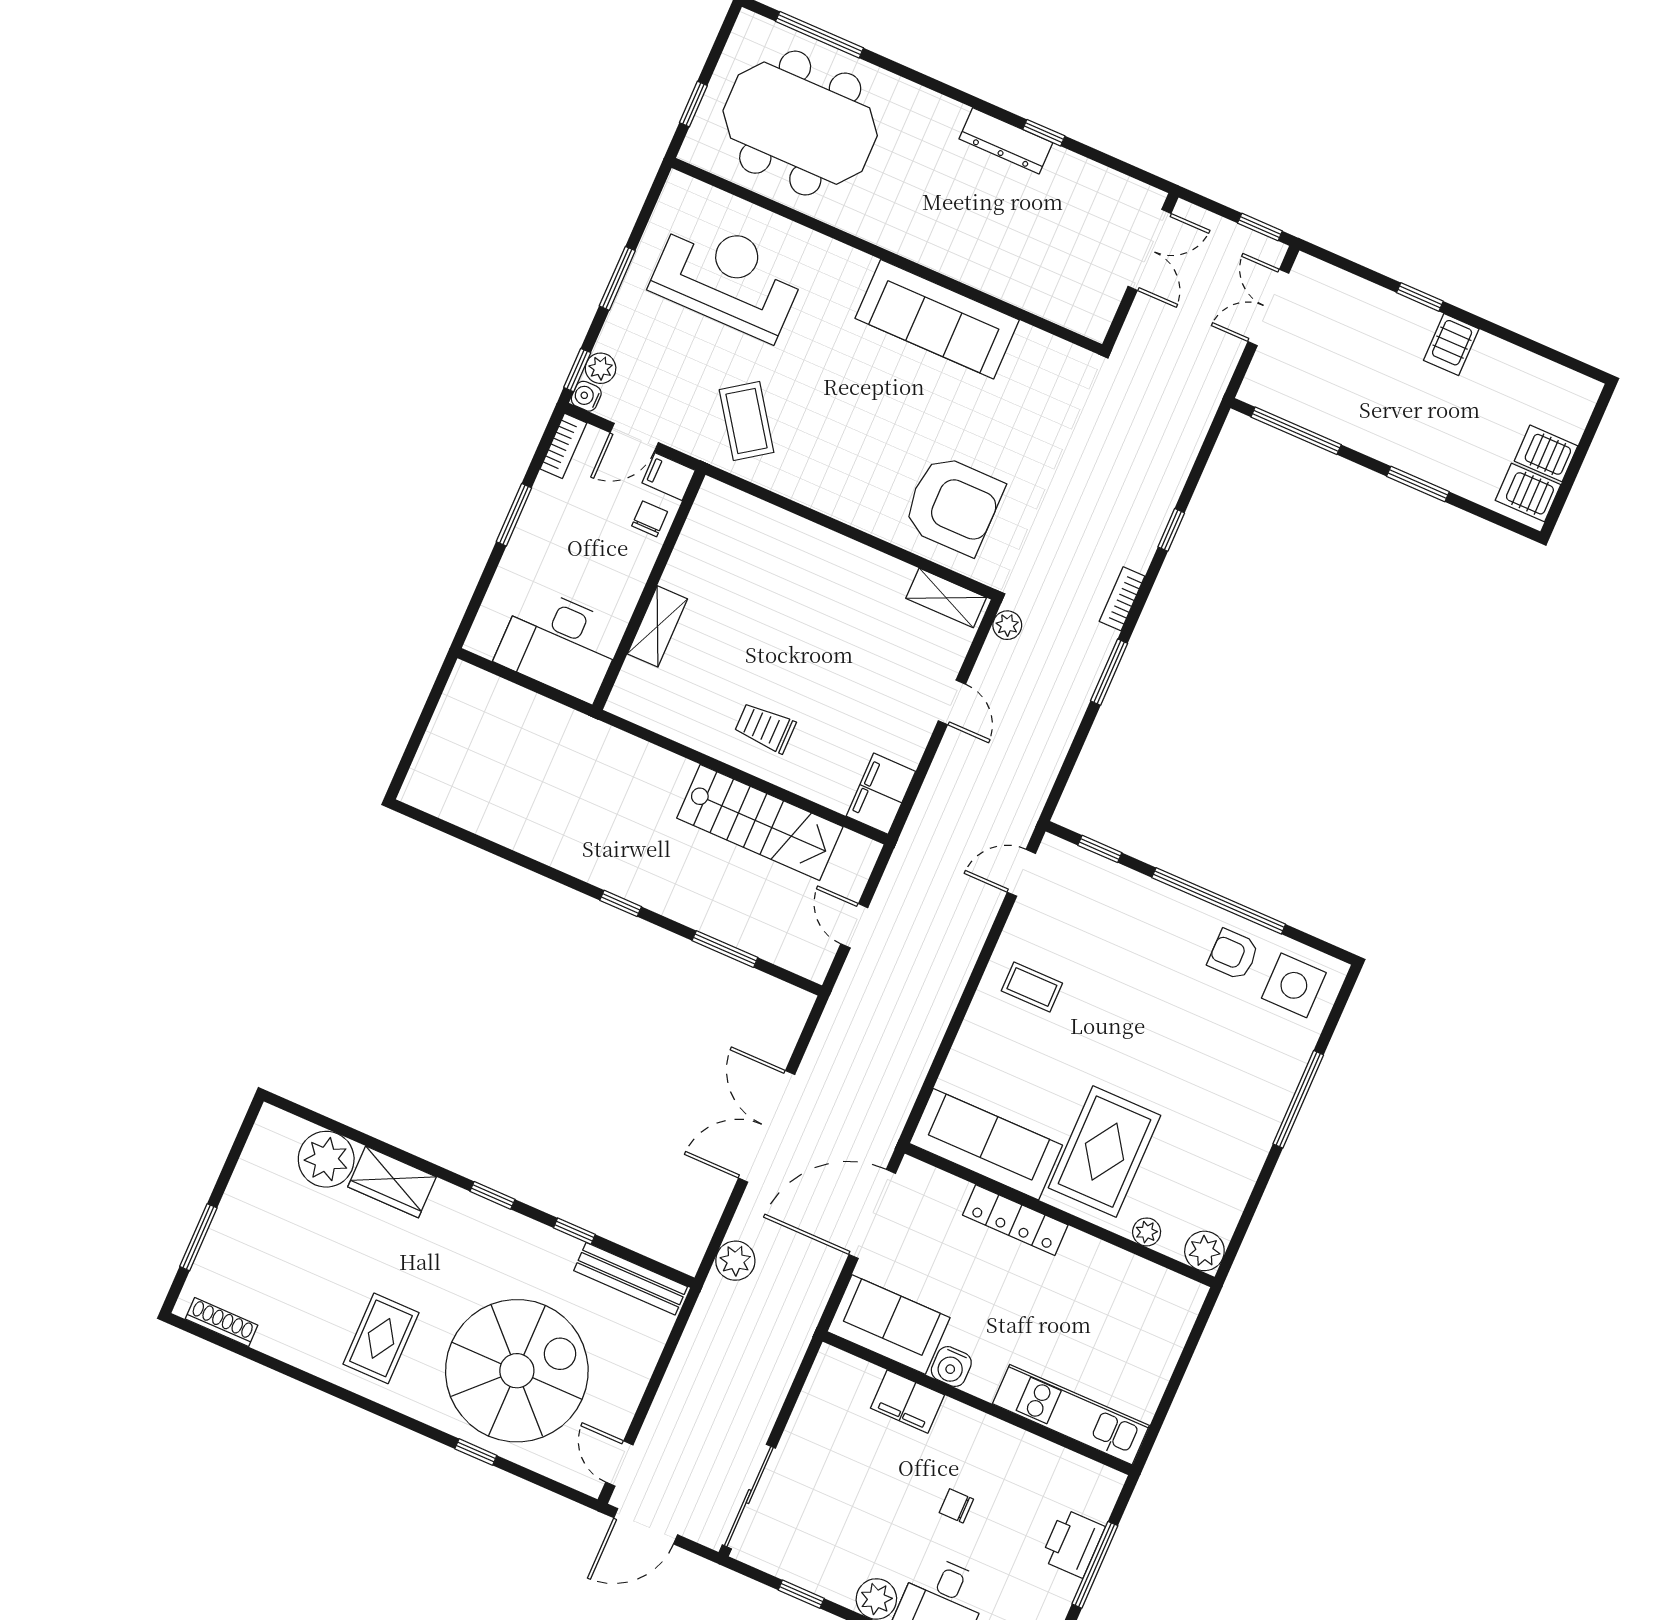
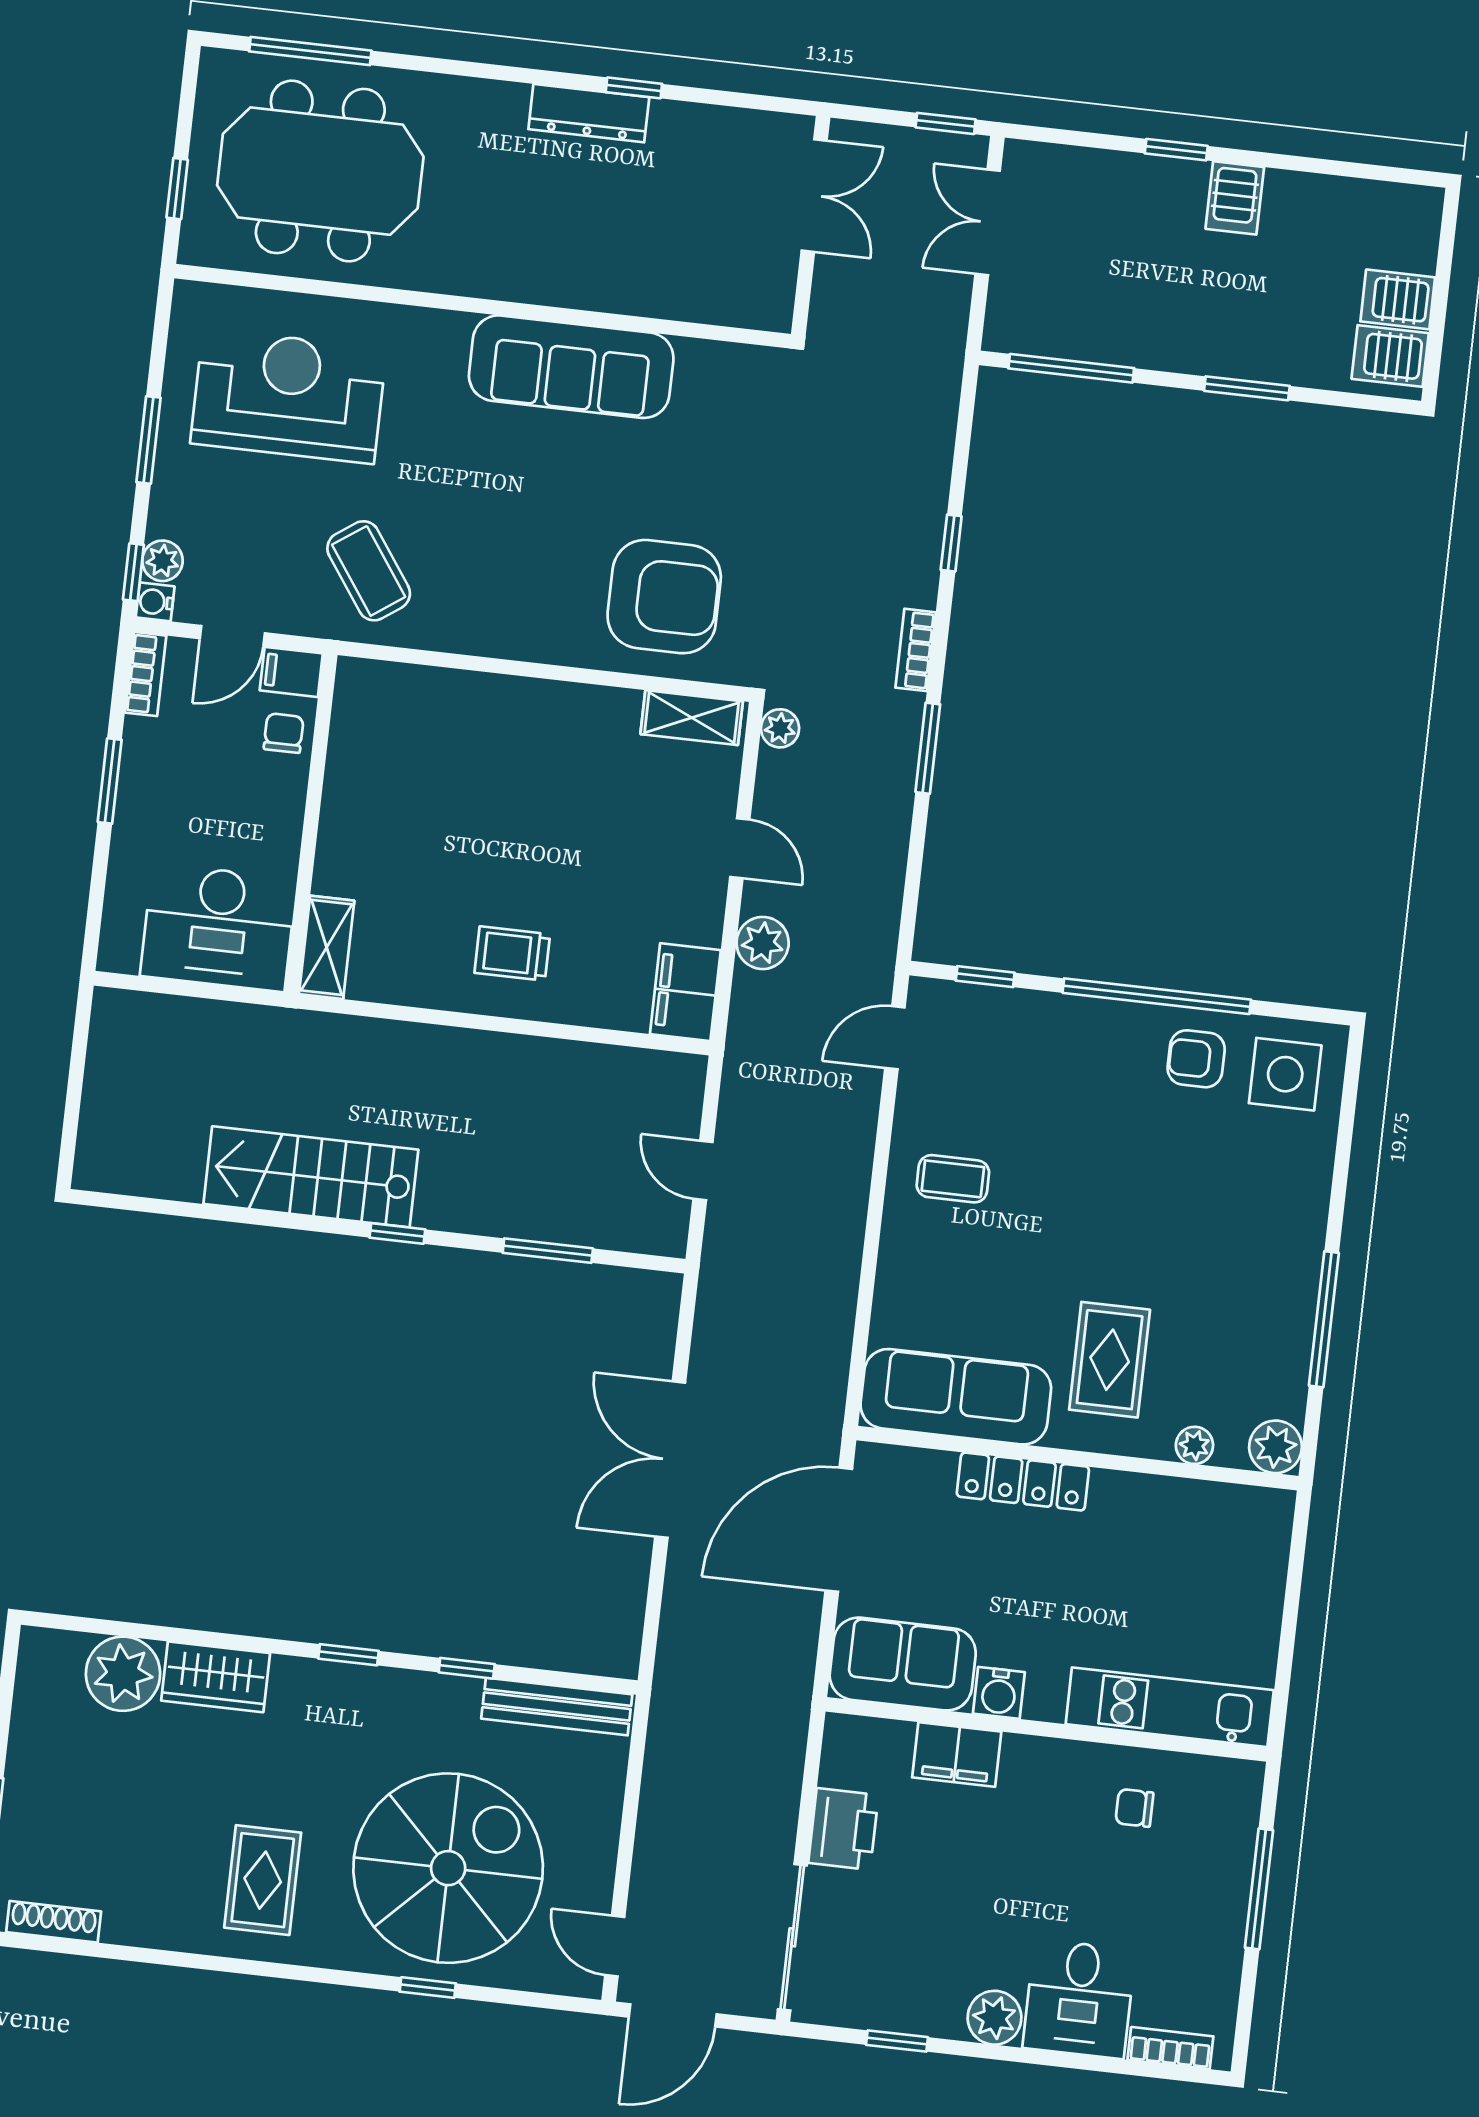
shelving: (657, 626) -> (327, 947), moved
stairs: (760, 822) -> (311, 1177), moved, turned 180
window: (1298, 1099) -> (1324, 1319), moved
rug: (1104, 1152) -> (1110, 1360), width x0.73, depth x0.70
plant: (735, 1261) -> (763, 943), moved
chair: (956, 1506) -> (1134, 1808), moved
printer: (1073, 1543) -> (843, 1829), moved, turned 180

